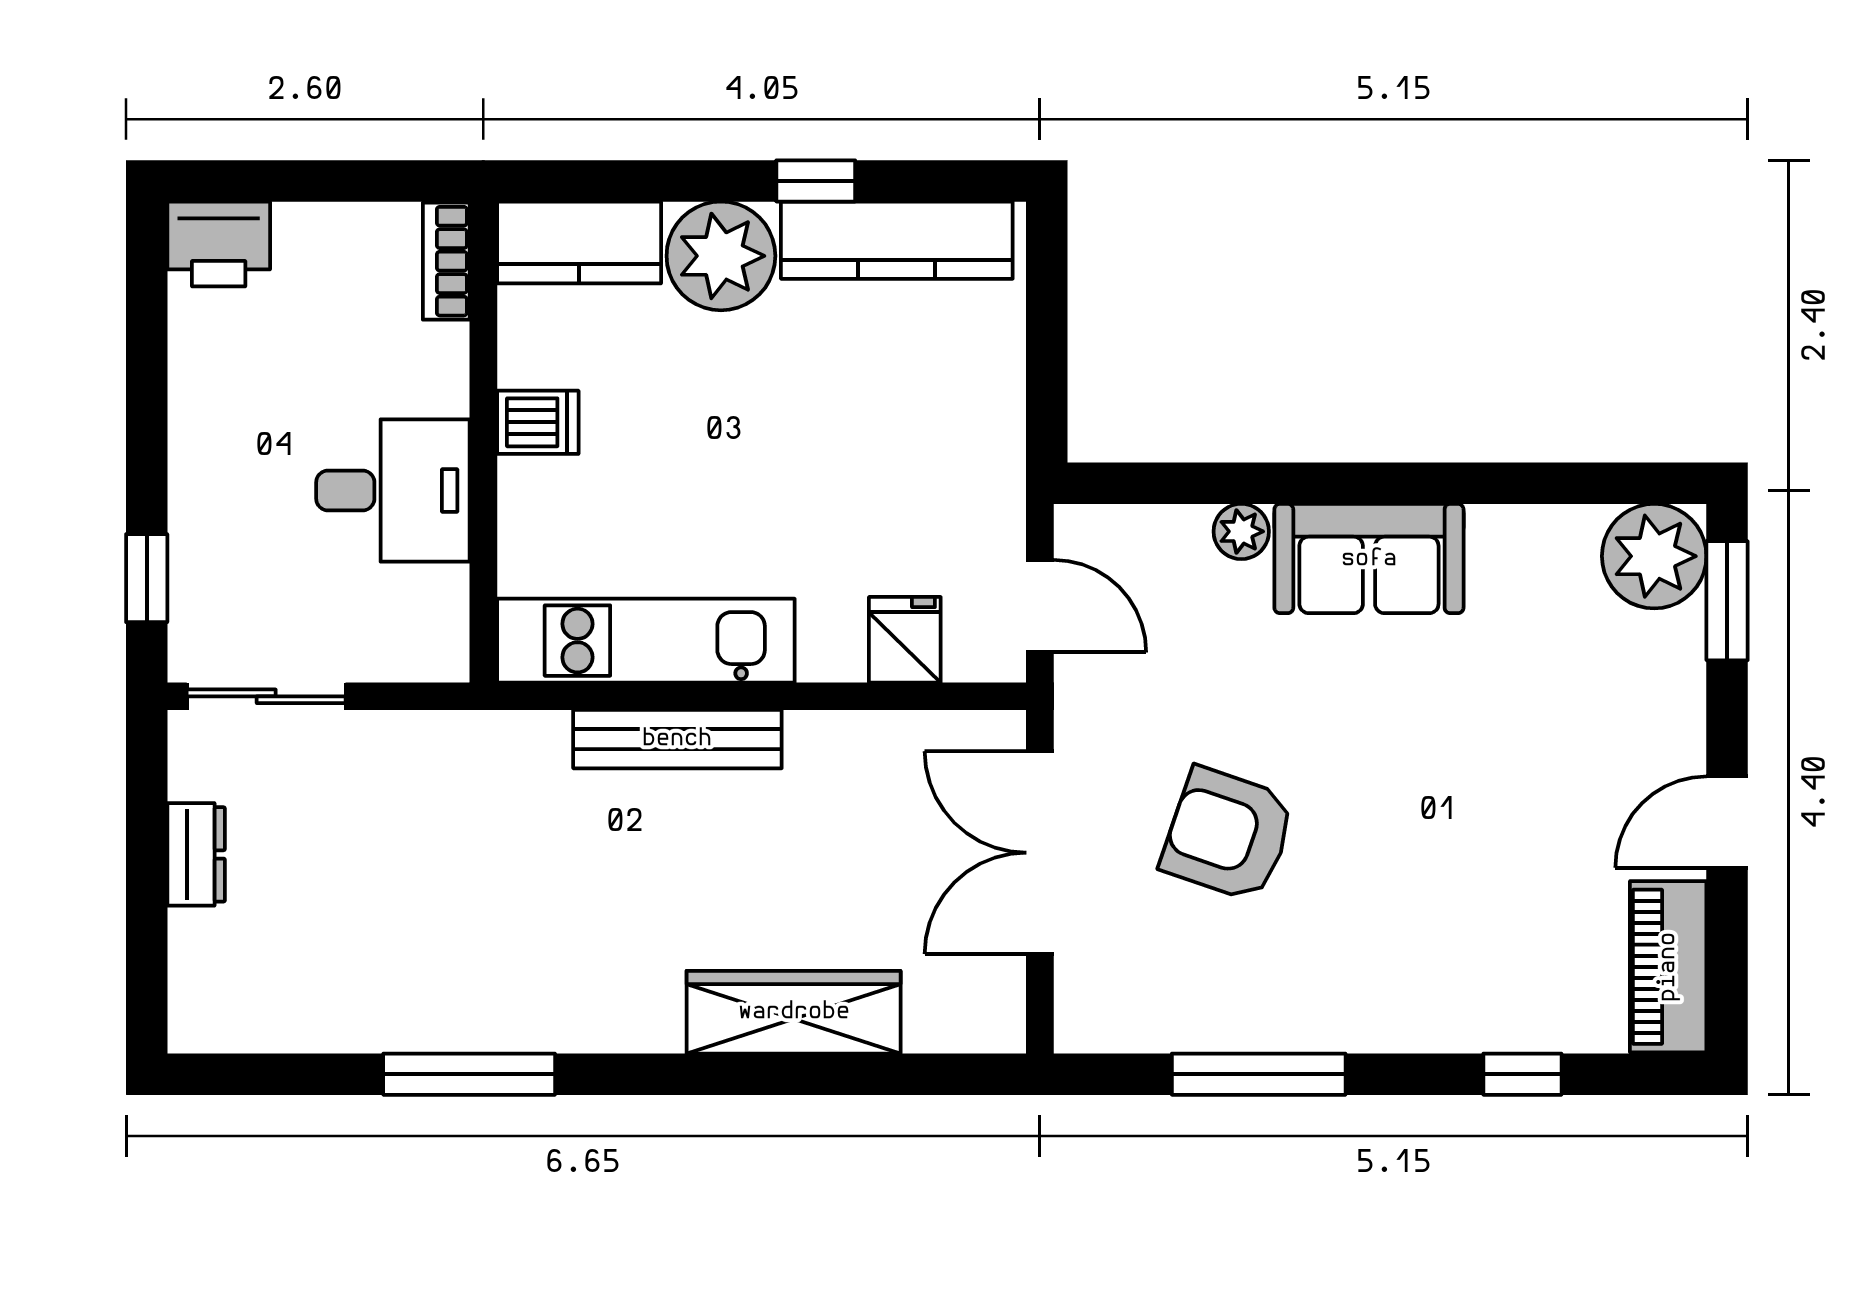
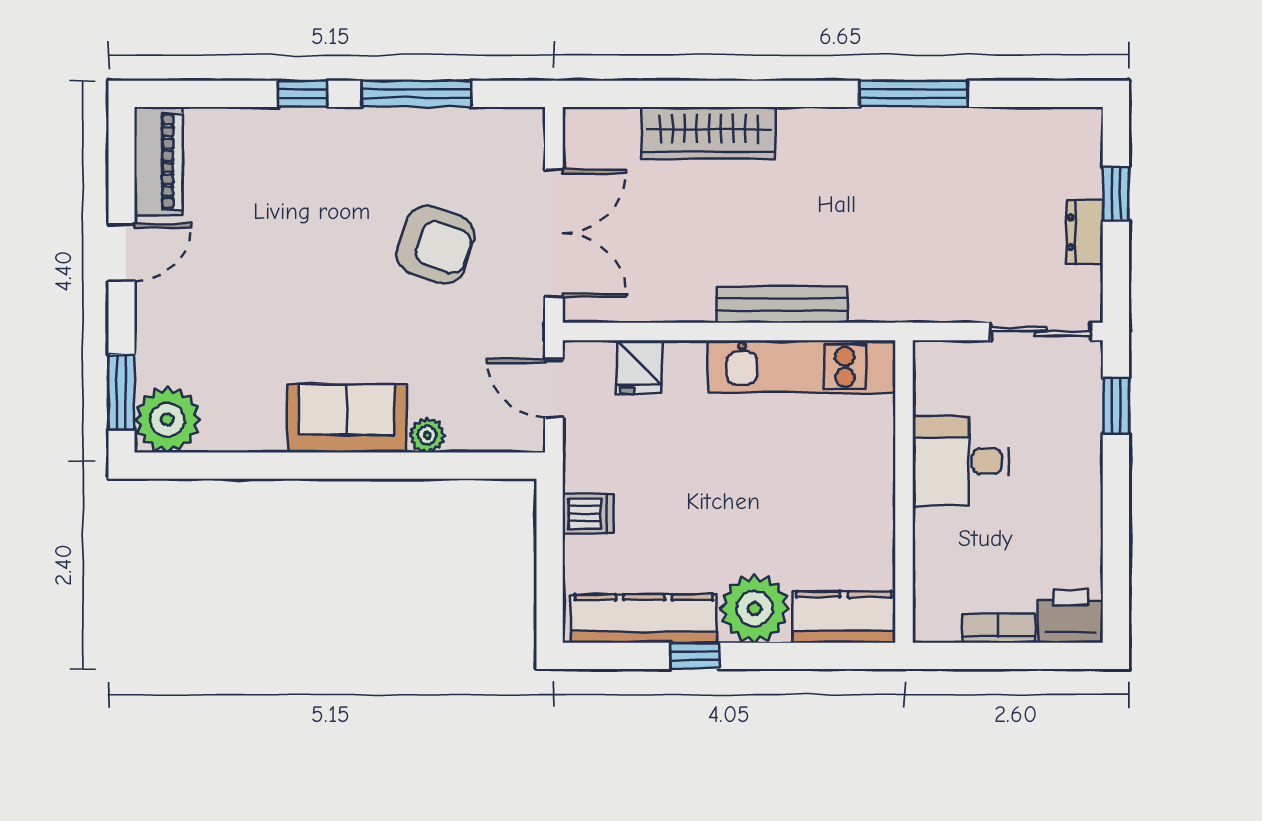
bookcase: (446, 261) -> (998, 628), moved, turned -90
dishwasher: (538, 422) -> (588, 514), moved, turned 180
window: (147, 915) -> (1116, 194), added
window: (1522, 1074) -> (302, 94), moved

